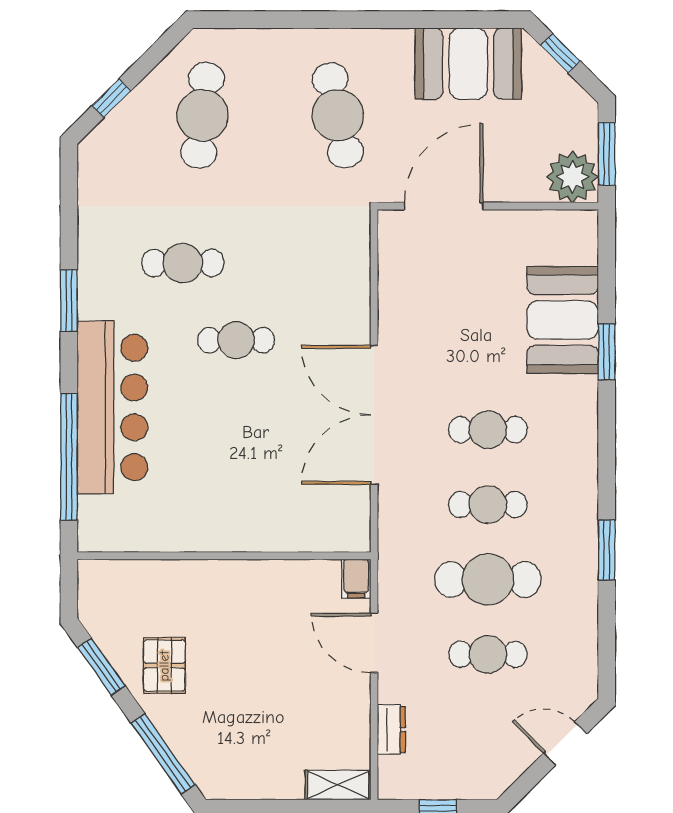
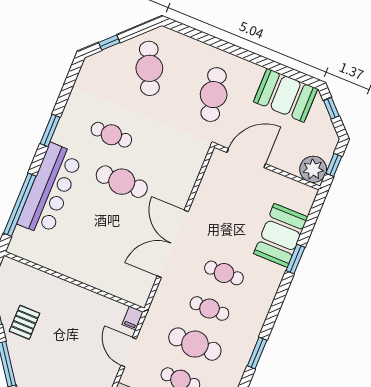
cafe table: (203, 115) -> (149, 68), turned -30
window: (607, 154) -> (334, 165), width x0.67
cafe table: (236, 340) -> (122, 182), width x1.37, depth x1.35

